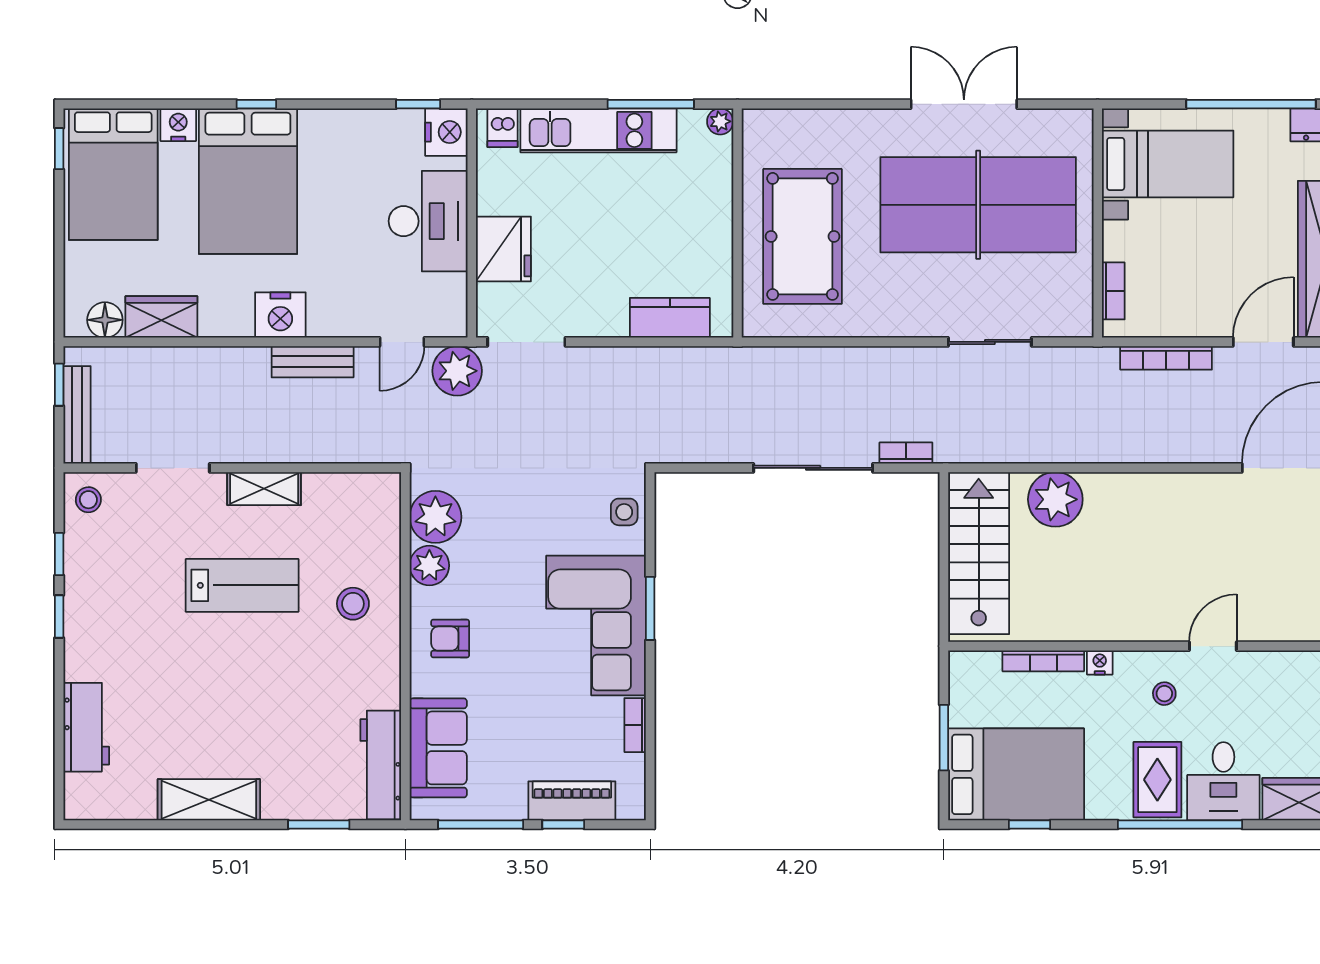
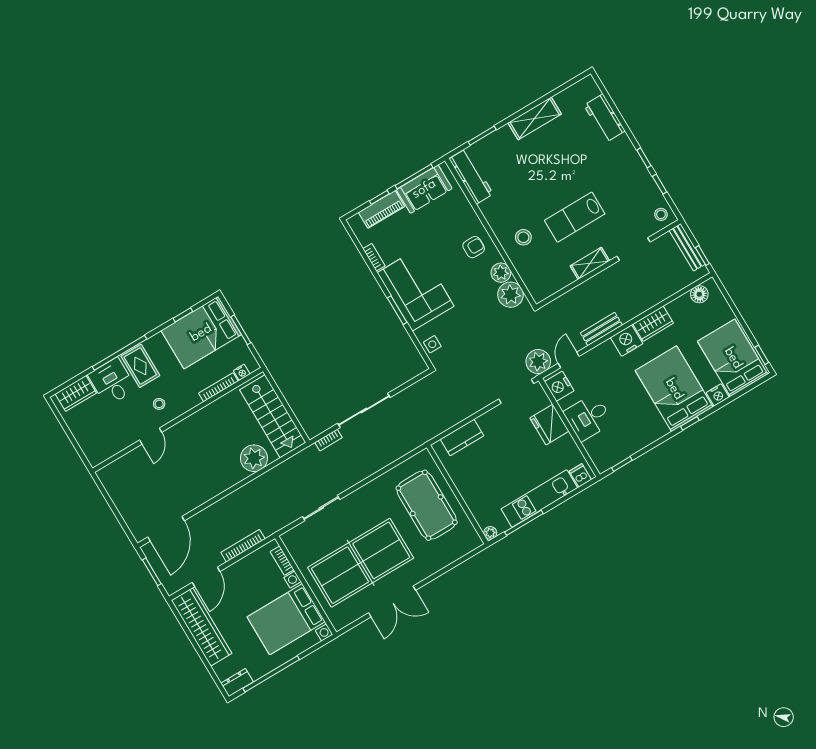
nightstand: (446, 132) -> (559, 386), moved
bed with nightstands: (1168, 164) -> (286, 619), width x1.36
desk: (428, 221) -> (588, 417), width x0.73
wardrobe: (161, 317) -> (653, 324), moved
nightstand: (1100, 662) -> (242, 372), moved
sofa: (438, 748) -> (424, 189), moved, turned -90

